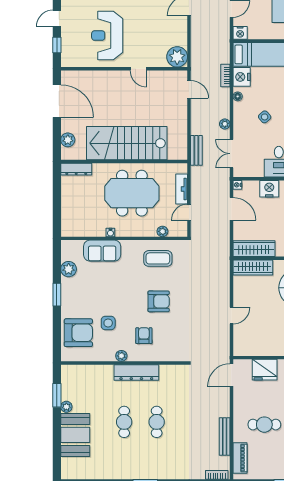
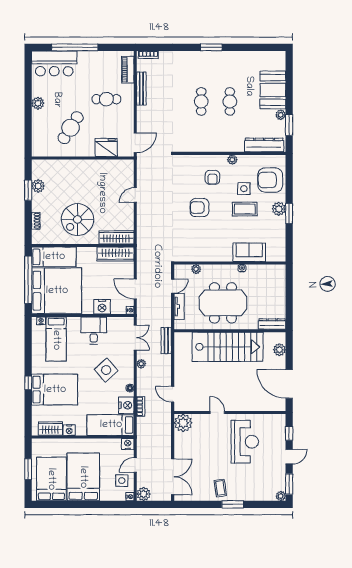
side table: (265, 117) -> (106, 370), width x1.87, depth x1.87
coffee table: (158, 258) -> (245, 209), moved
plant: (69, 269) -> (279, 209), moved
dresser: (136, 372) -> (264, 145), moved

